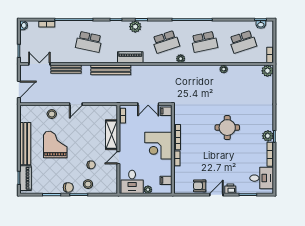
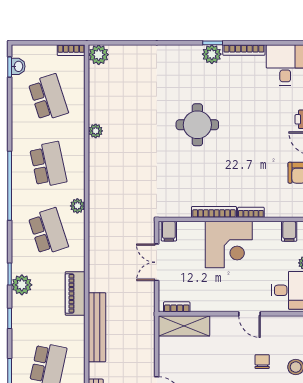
double door: (148, 104) -> (157, 262), swing flipped
shelving: (112, 135) -> (184, 326), moved

